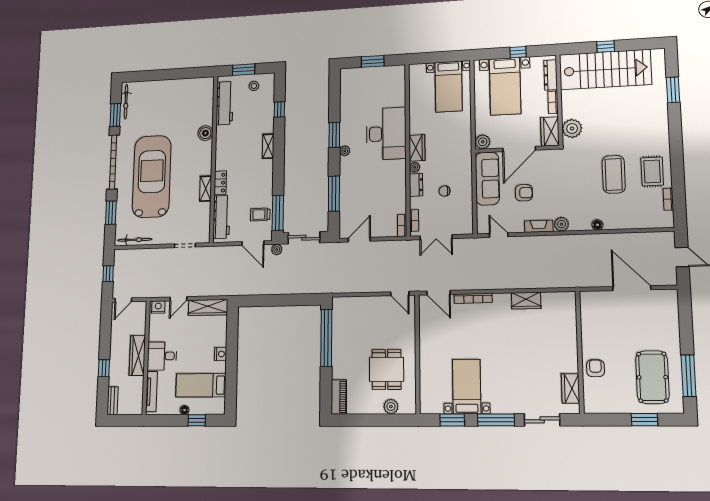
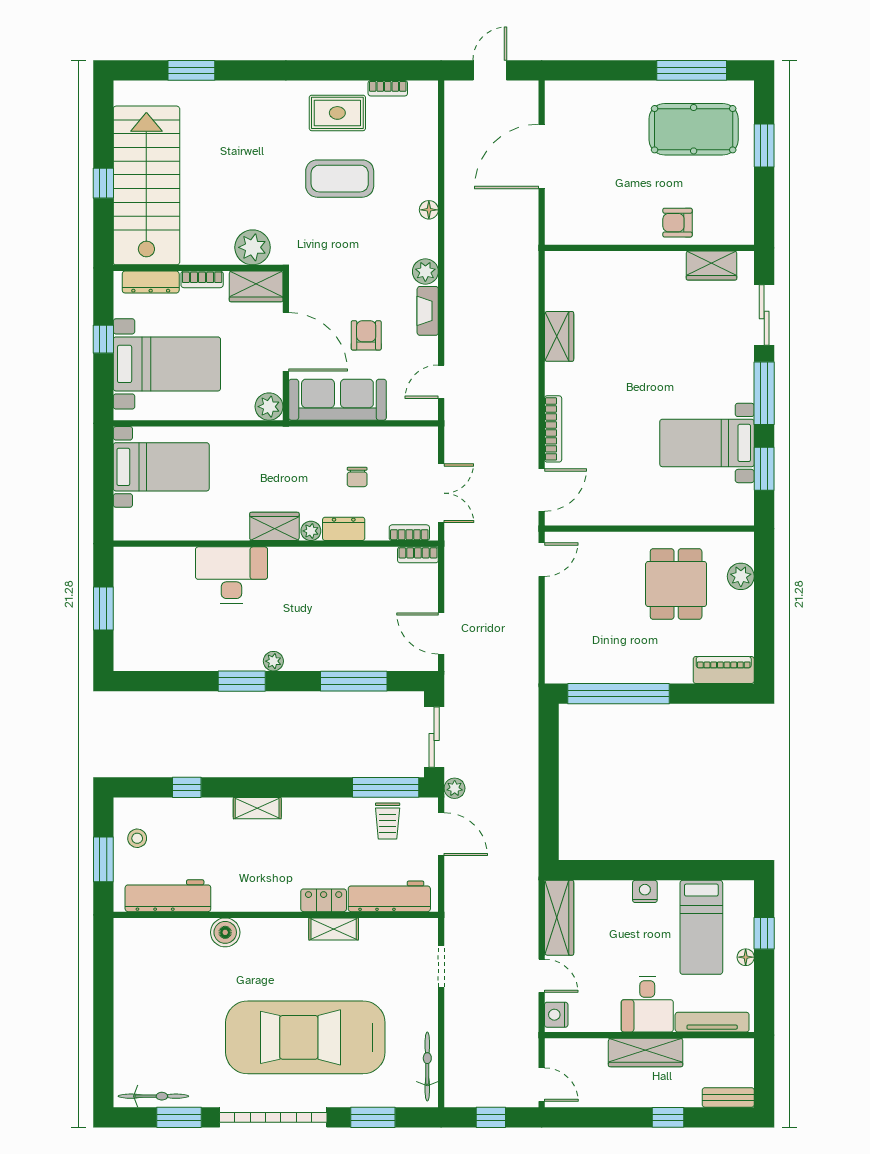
desk: (386, 134) -> (231, 575), width x0.73, depth x0.77
door: (253, 243) -> (441, 834), hinge flipped
dining table: (387, 369) -> (676, 584), turned 90

